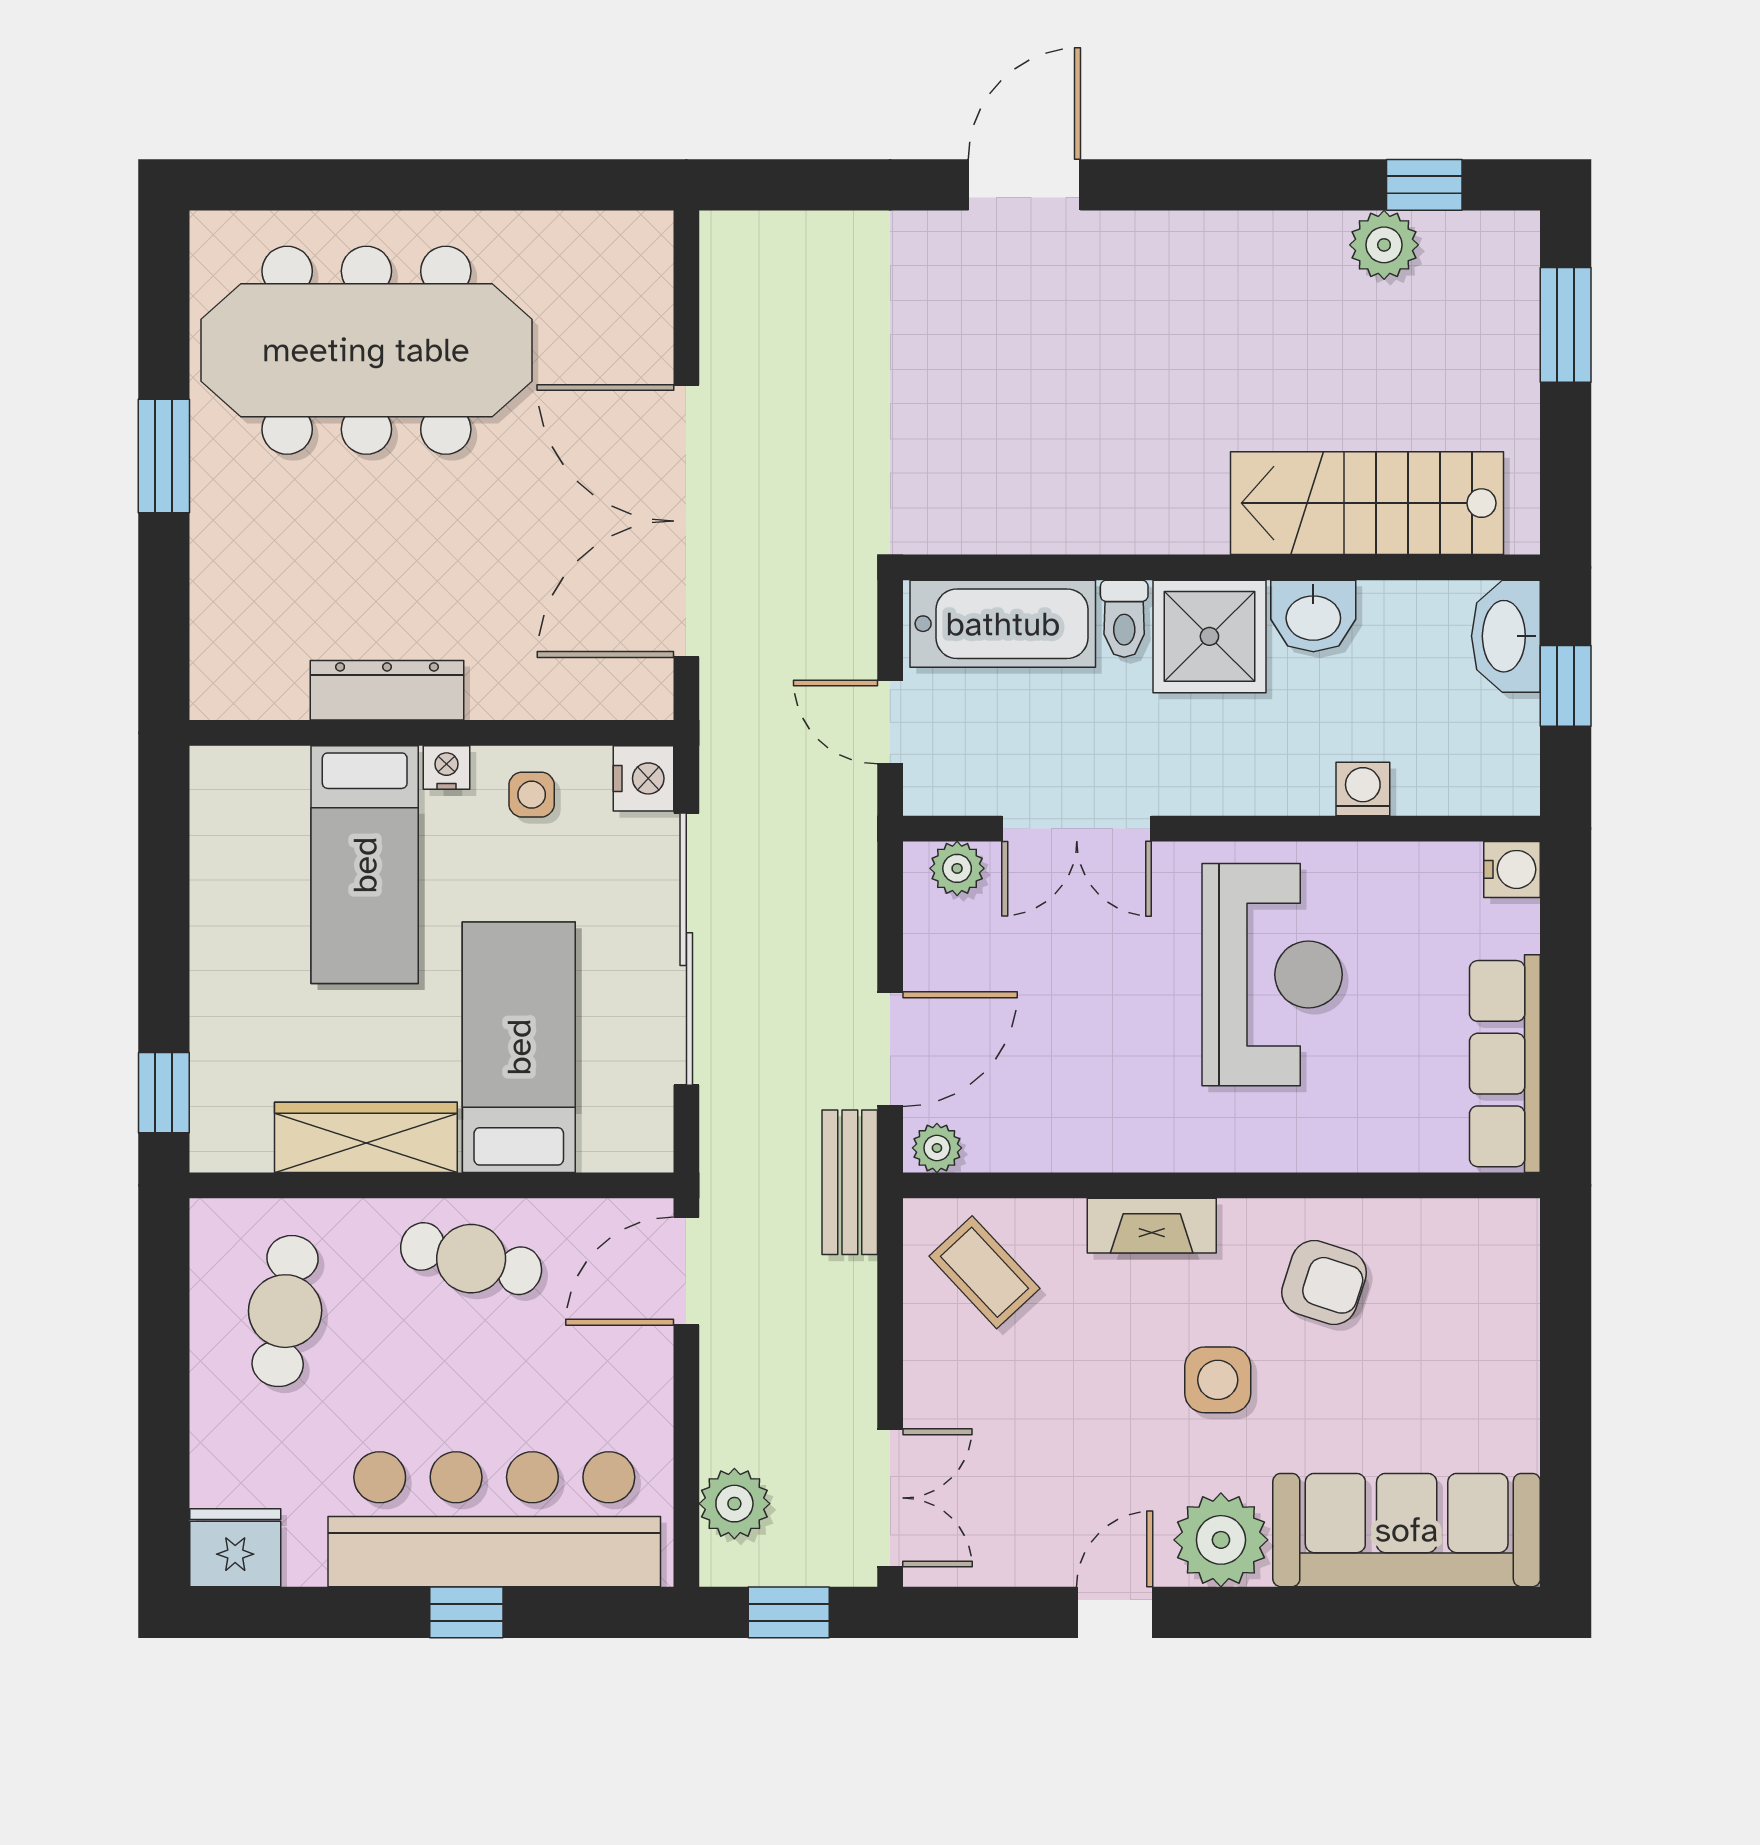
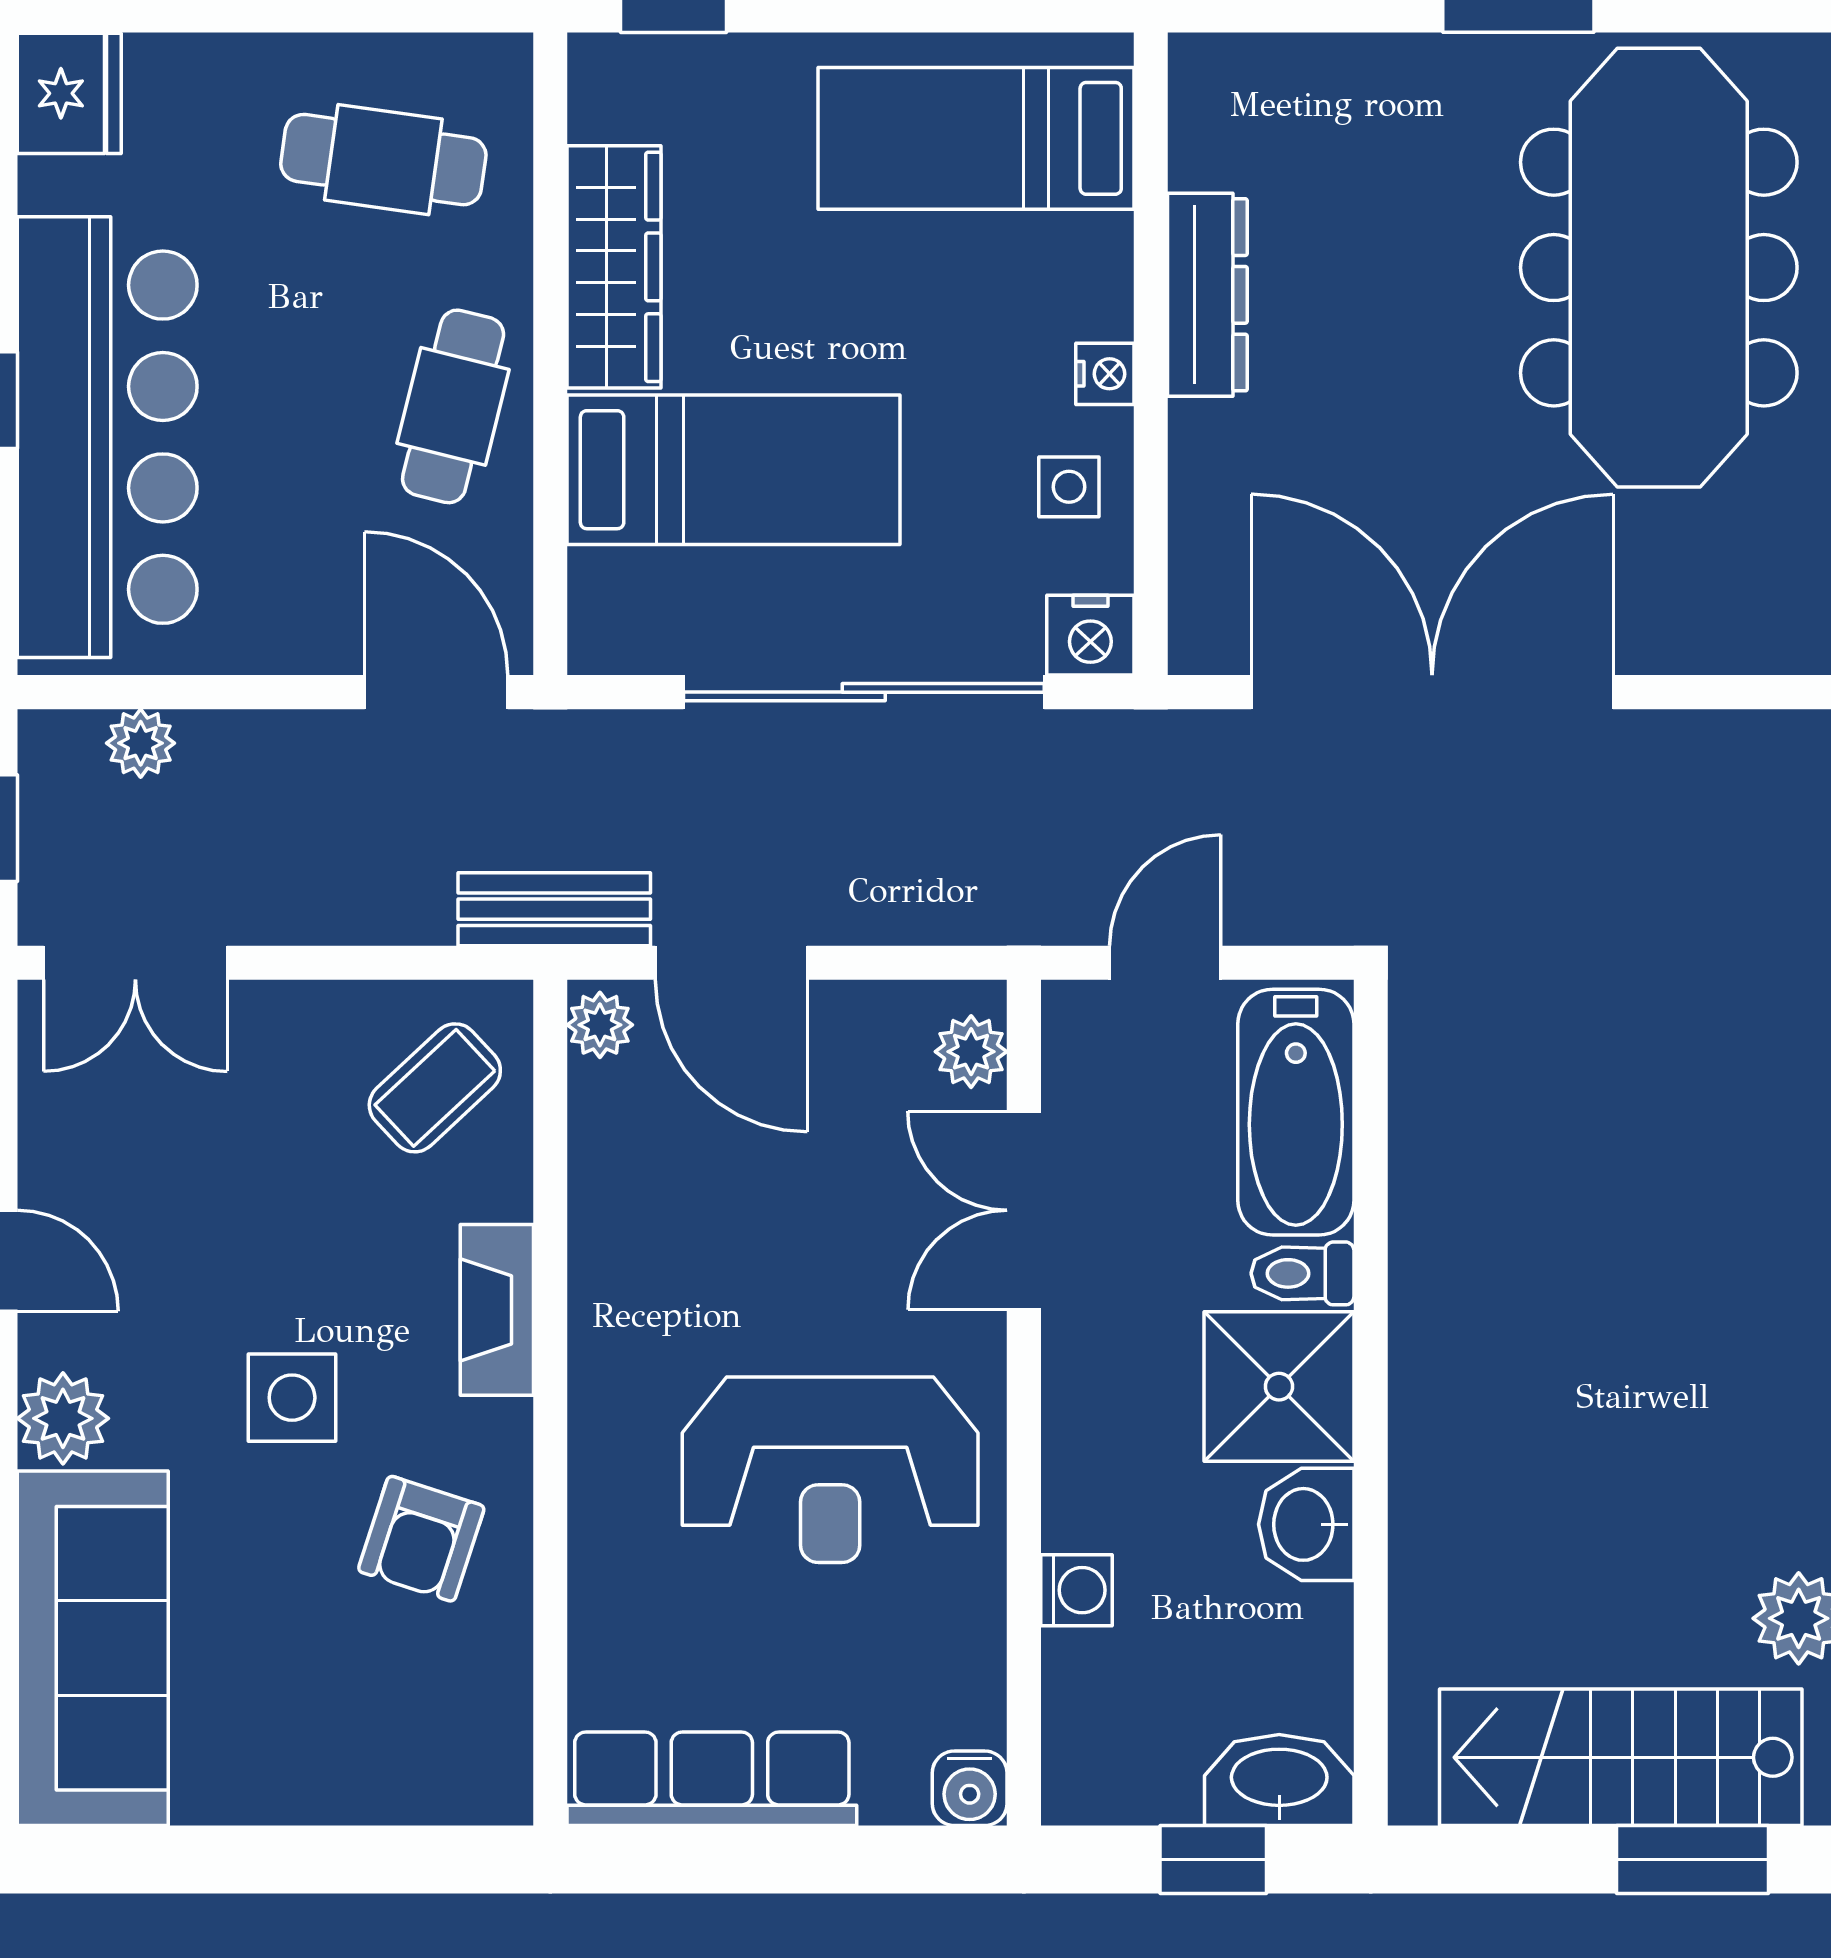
stairs: (1367, 503) -> (1621, 1757), moved, turned -90
bed: (365, 865) -> (976, 138), moved
plant: (734, 1504) -> (141, 743), width x0.73, depth x0.73
plant: (1221, 1540) -> (63, 1418), width x0.73, depth x0.73

